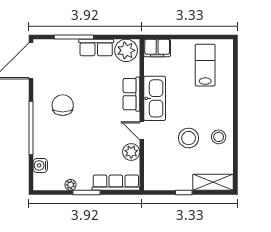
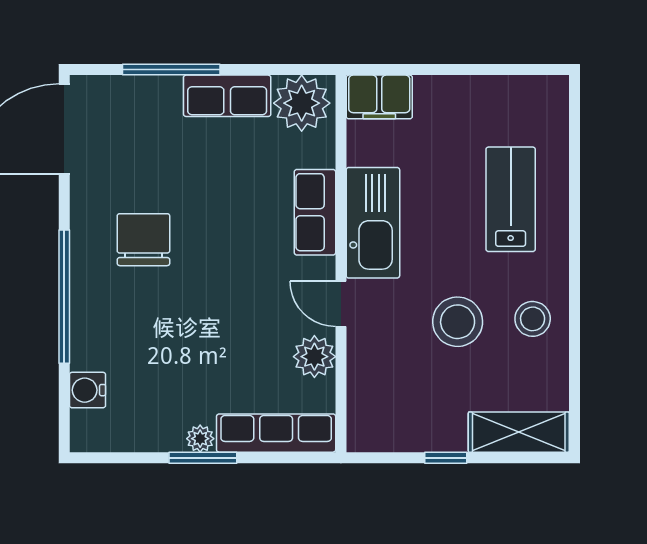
lab bench: (205, 65) -> (511, 199), moved
plant: (70, 185) -> (200, 439), moved

